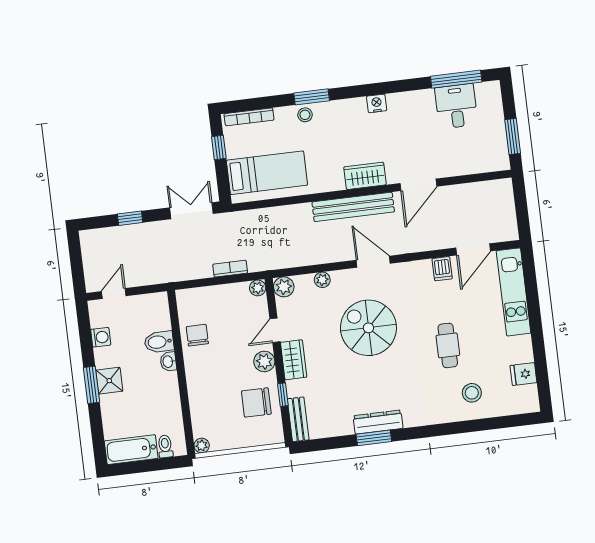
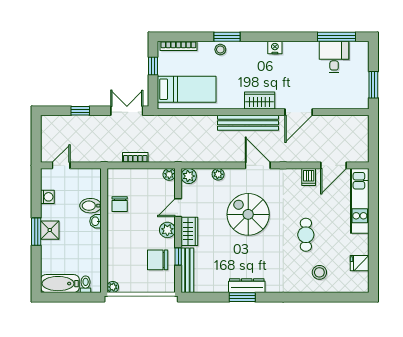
bookcase: (230, 269) -> (135, 157), moved
chair: (197, 335) -> (120, 204), turned 180
bench: (298, 419) -> (187, 270), width x1.36

